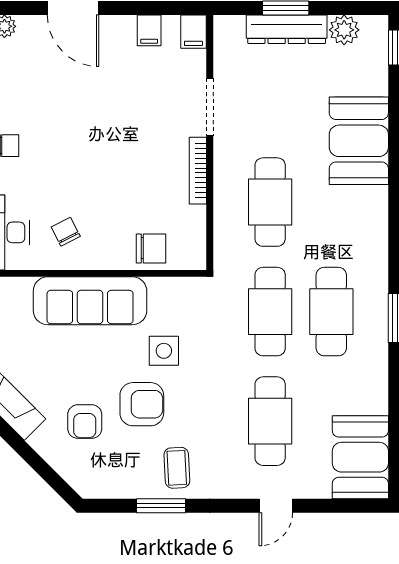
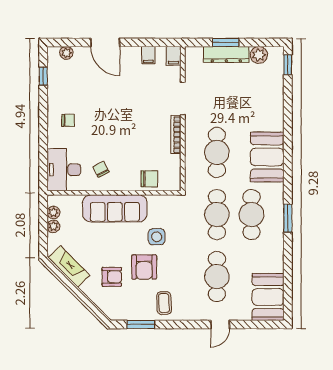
booth: (359, 141) -> (267, 157), moved
armchair: (142, 404) -> (144, 267), turned 90
armchair: (85, 422) -> (112, 277), turned -90
window: (161, 506) -> (141, 325), moved

